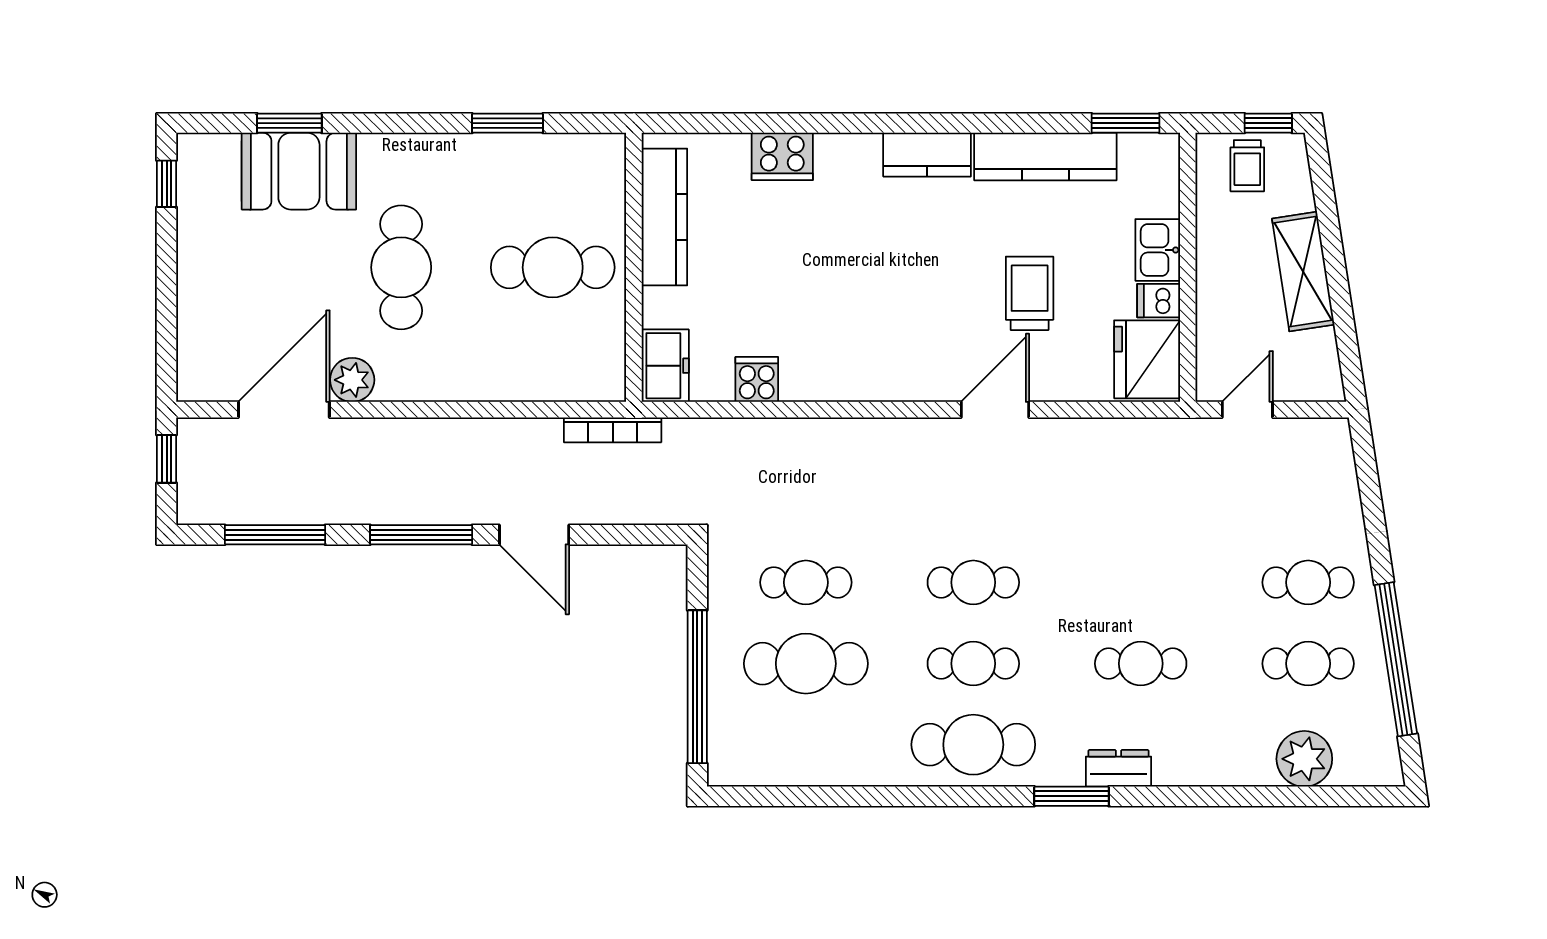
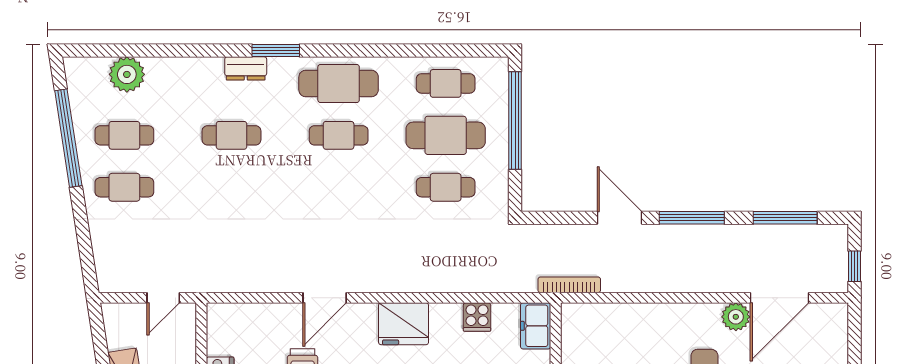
fridge: (1147, 359) -> (404, 324), moved, turned 90
cafe table: (973, 582) -> (446, 83), moved

